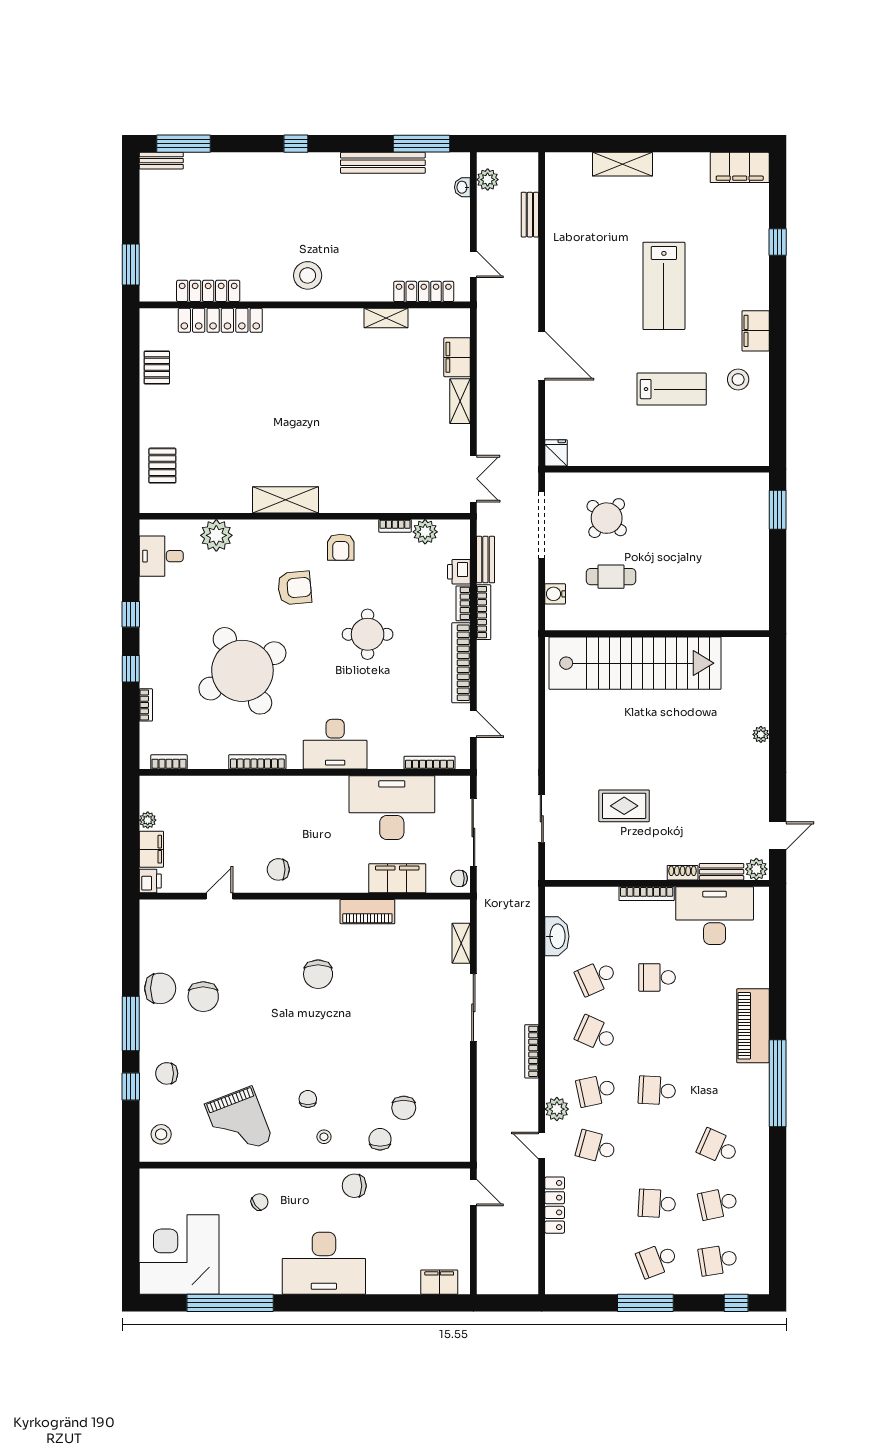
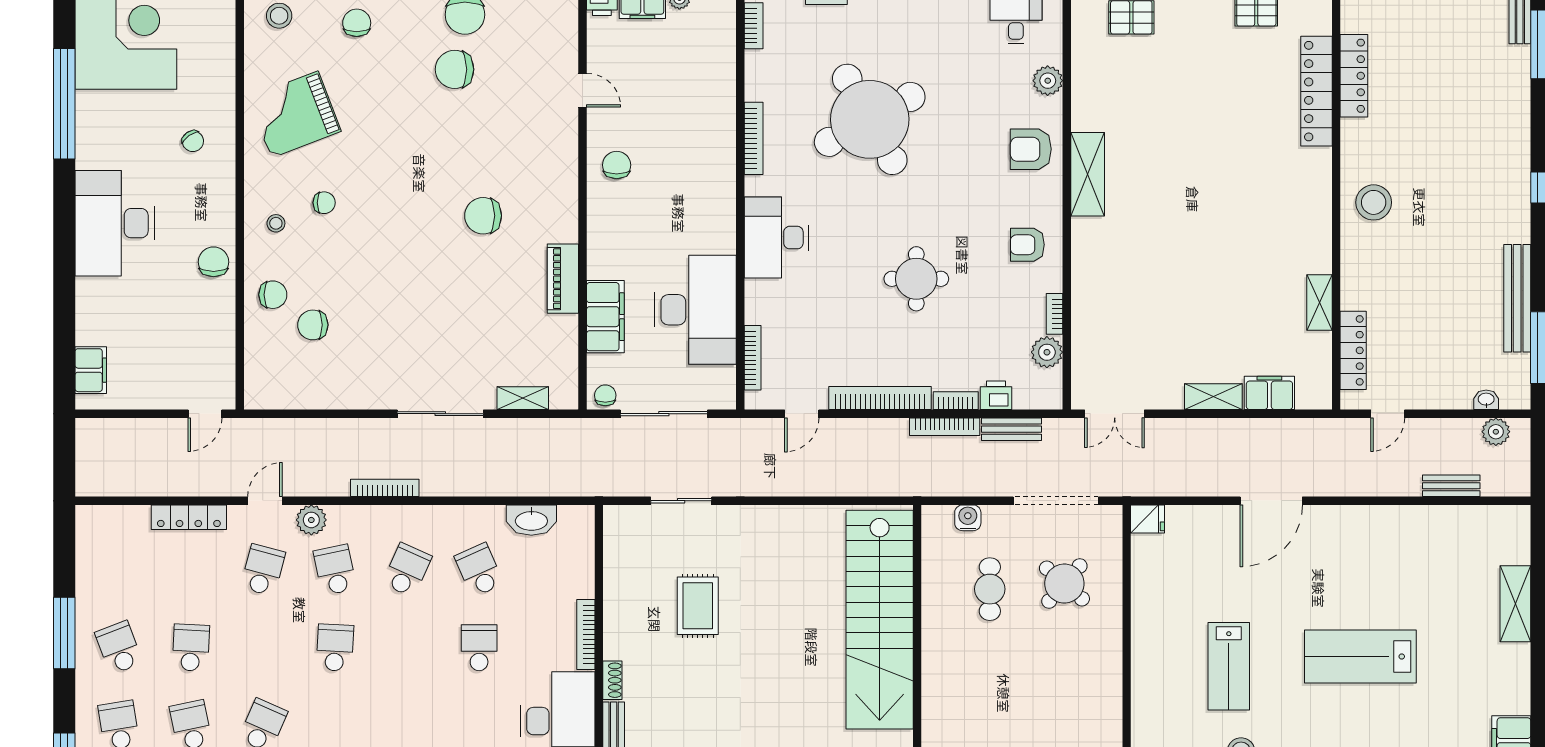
plant: (216, 535) -> (1048, 81), width x0.73, depth x0.73
armchair: (295, 588) -> (1031, 149), moved, turned 95

